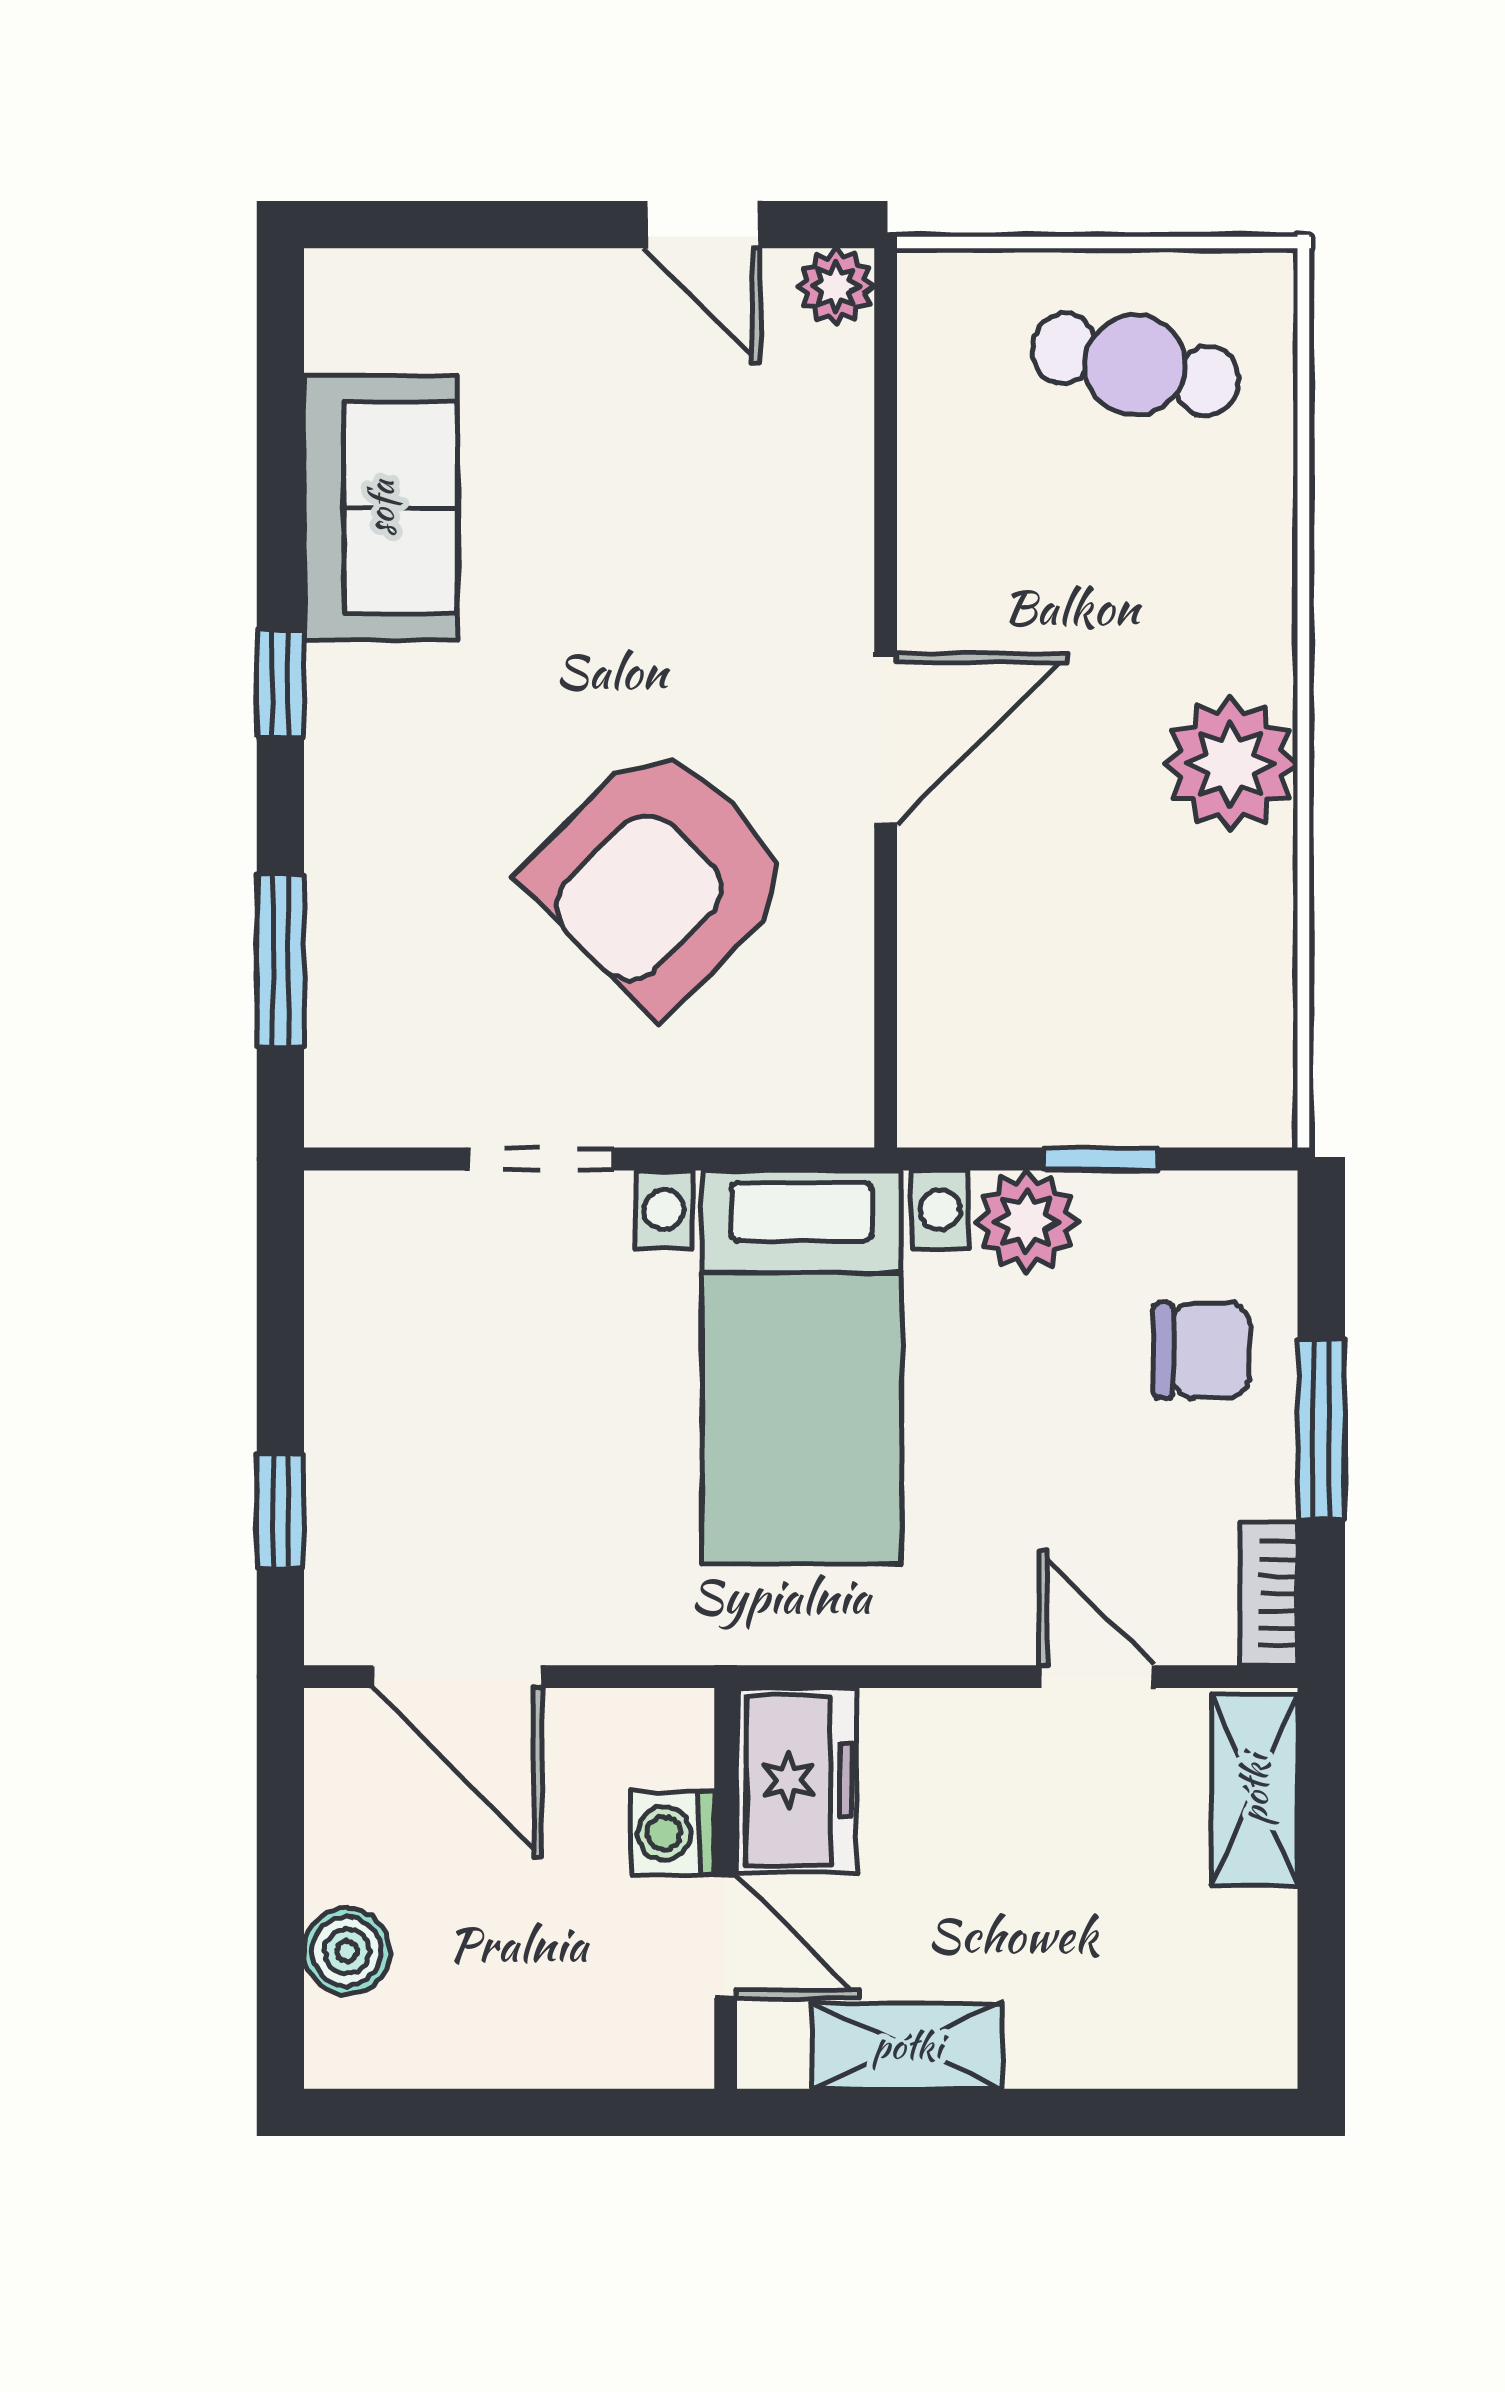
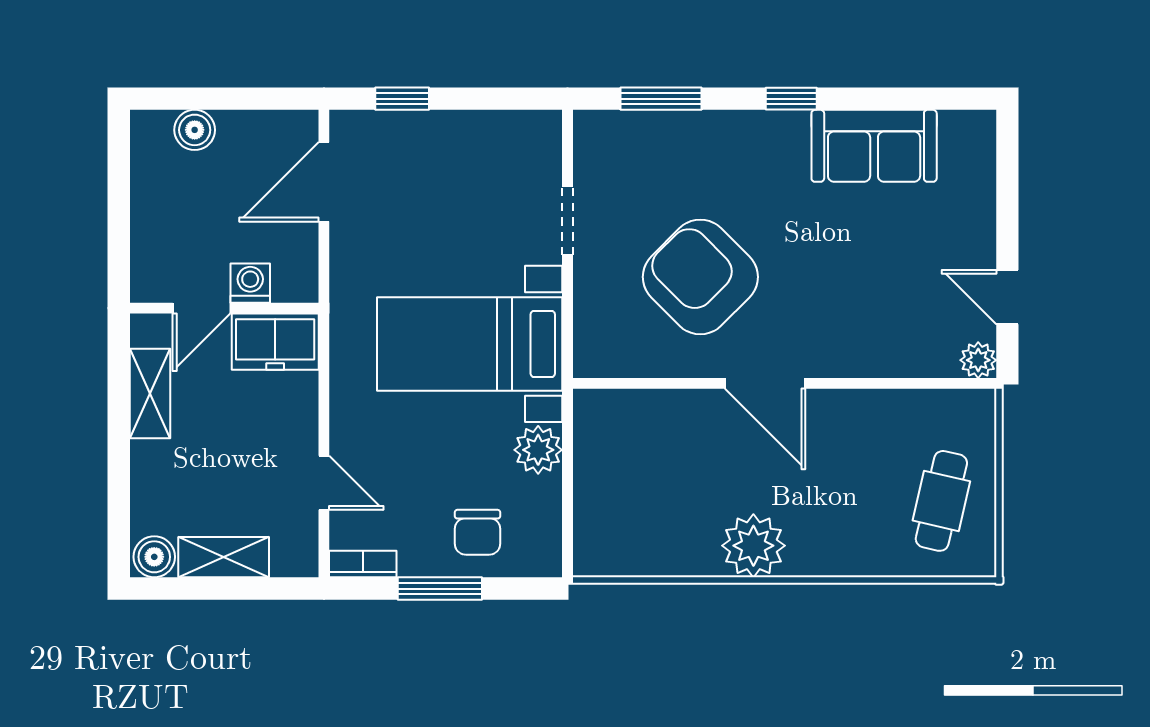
door: (702, 225) -> (1007, 297), hinge flipped
window: (1101, 1159) -> (568, 485), removed
door: (1096, 1677) -> (324, 483), hinge flipped
shelving: (1255, 1790) -> (224, 557), moved
boiler: (1254, 2037) -> (154, 557), added

